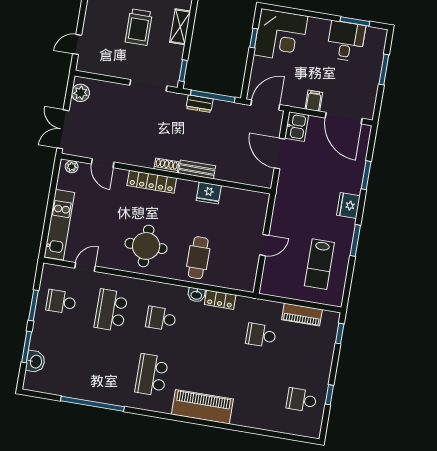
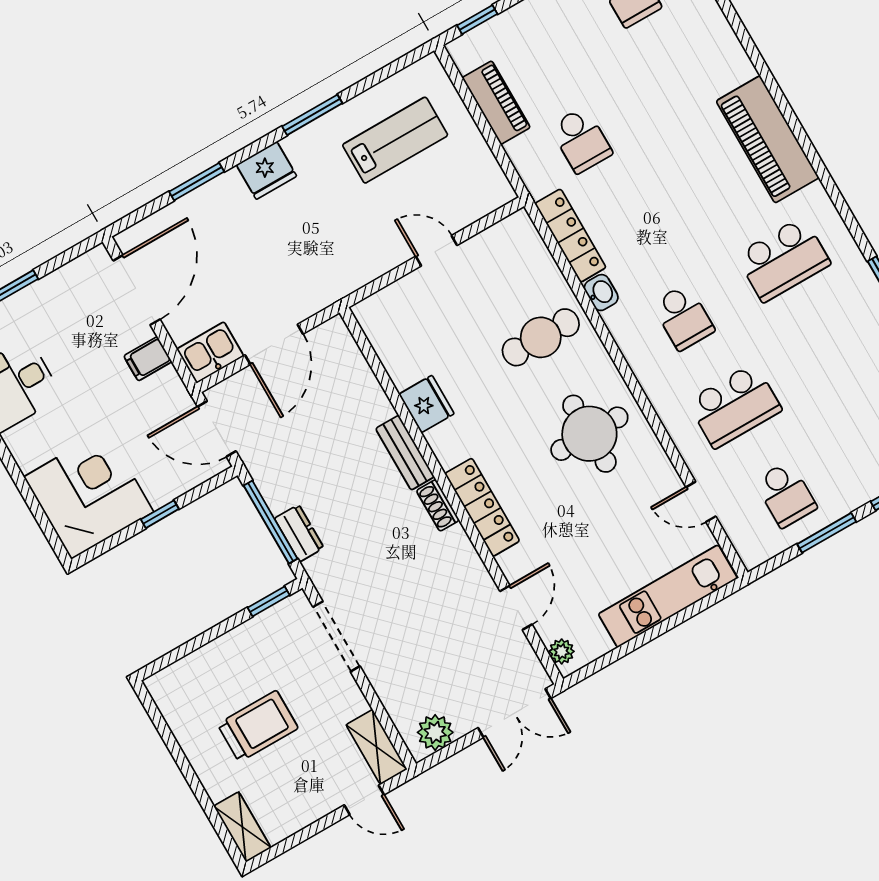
shelving: (180, 27) -> (377, 747), moved, turned 90
window: (254, 38) -> (160, 514), moved
locker: (220, 300) -> (570, 236), width x1.53

